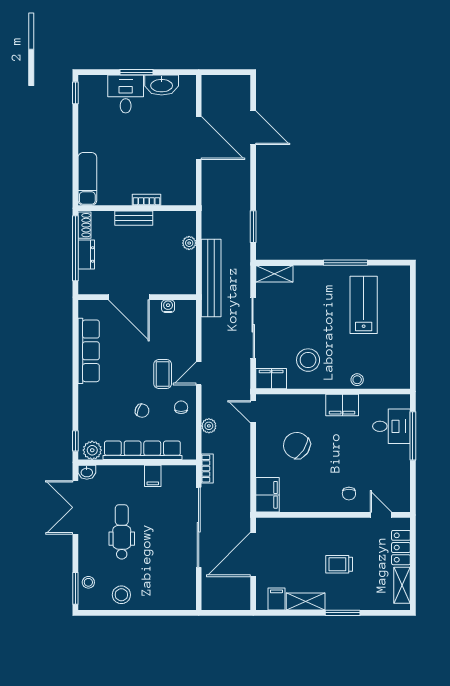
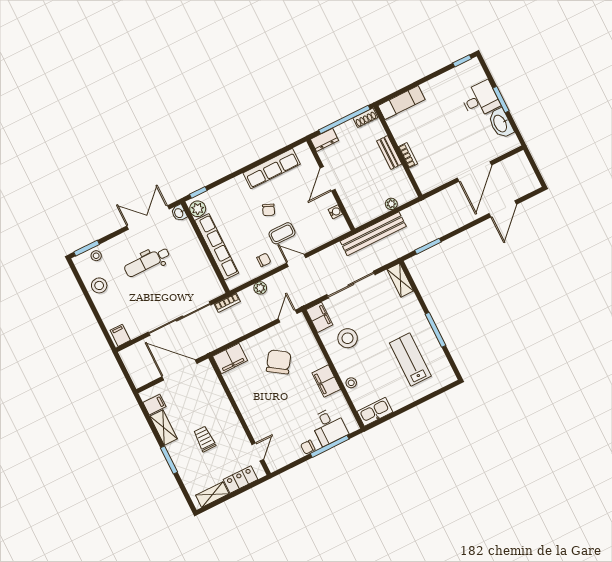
dresser: (86, 254) -> (325, 140), moved
door: (129, 297) -> (328, 179), width x0.73
lab bench: (364, 305) -> (410, 359), turned -90
kitchen sink: (400, 370) -> (375, 412), added
chair: (142, 411) -> (269, 210), moved
filing cabinet: (153, 476) -> (120, 335), moved, turned 90
chair: (349, 494) -> (308, 447), moved
dental chair: (122, 532) -> (147, 262), turned 180

